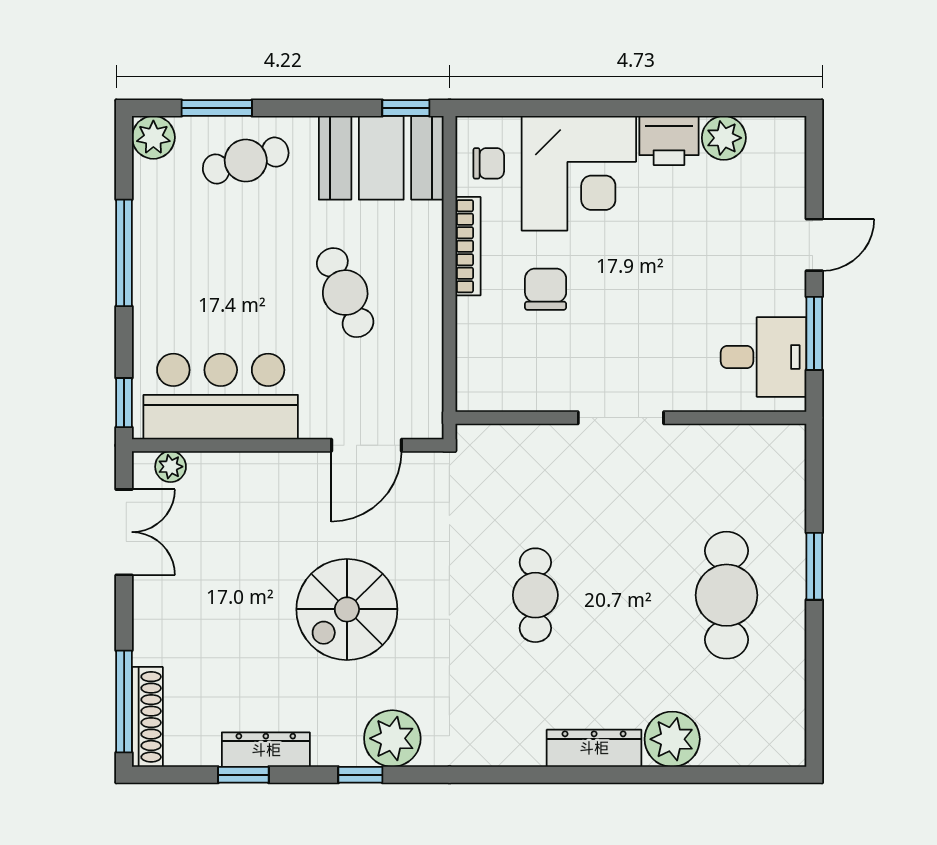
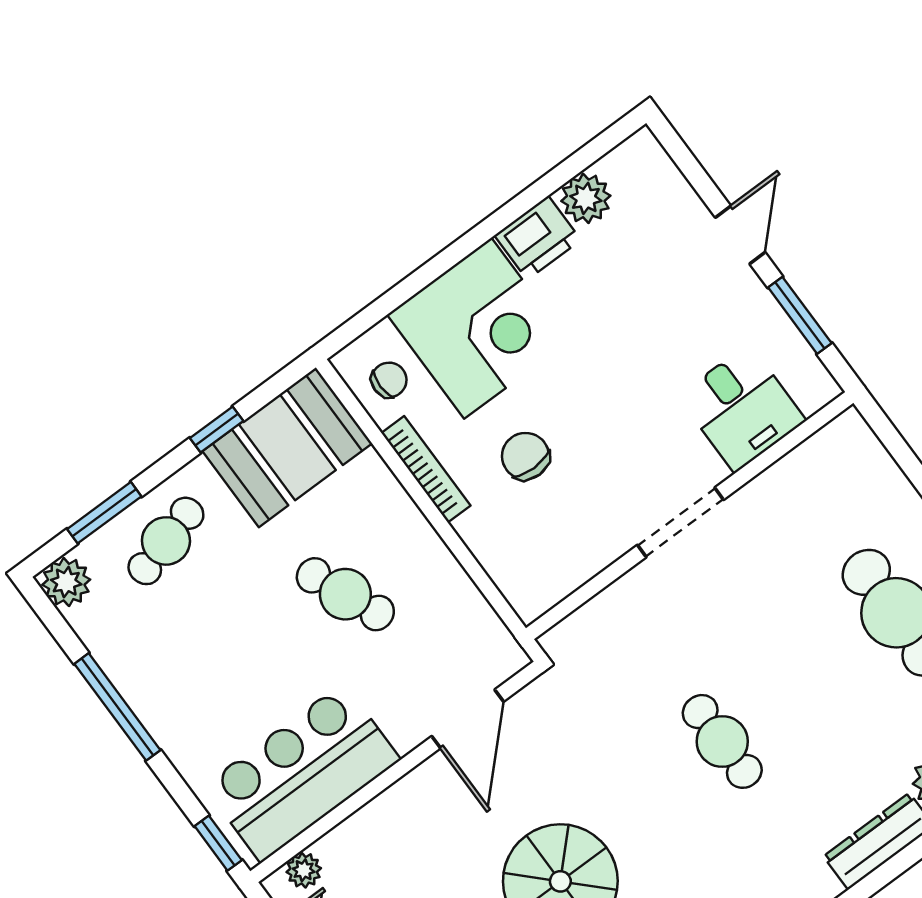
window: (406, 108) -> (217, 429), moved
desk: (764, 357) -> (742, 408), moved, turned 90

